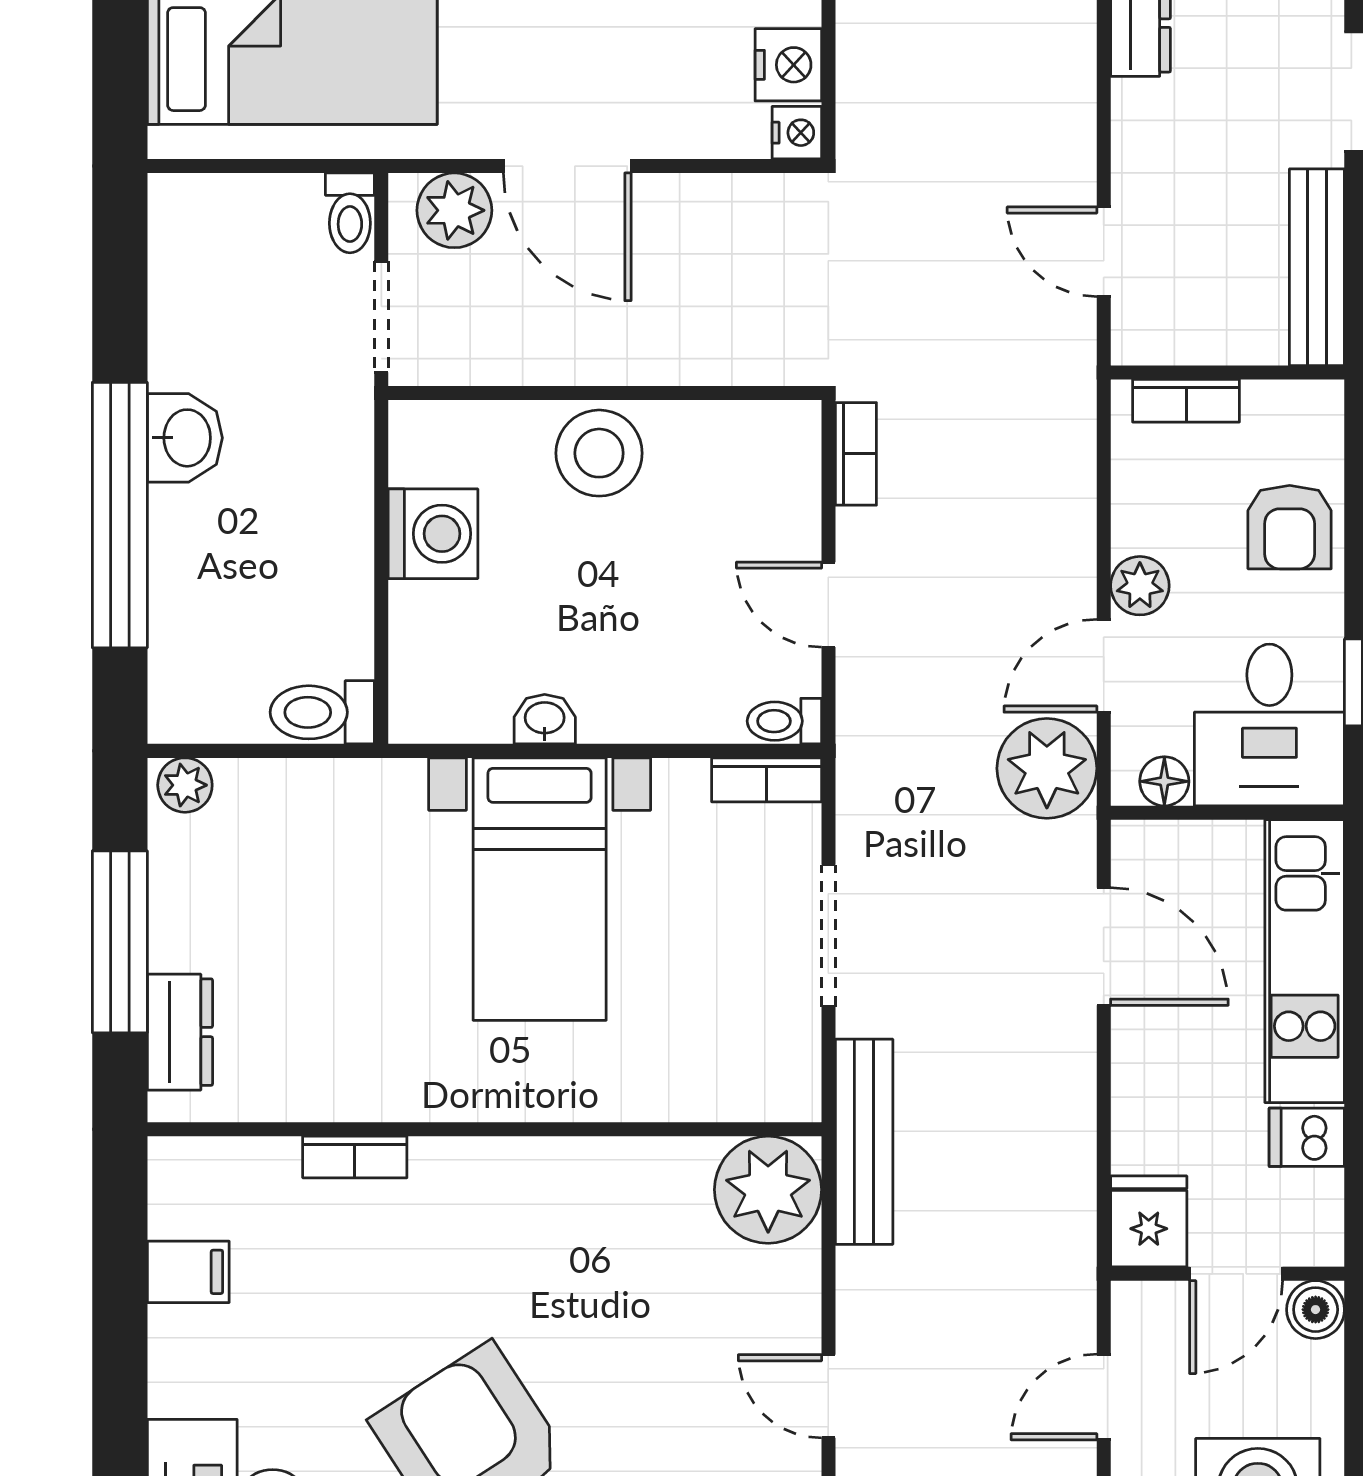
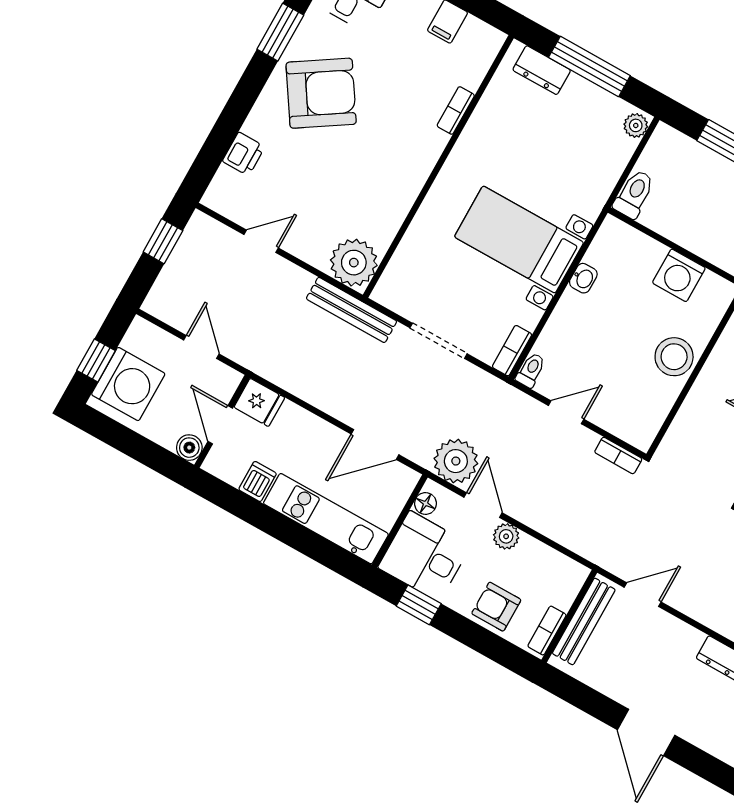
bench: (1317, 267) -> (584, 621), moved, turned 90
bookcase: (1186, 401) -> (547, 631), moved

